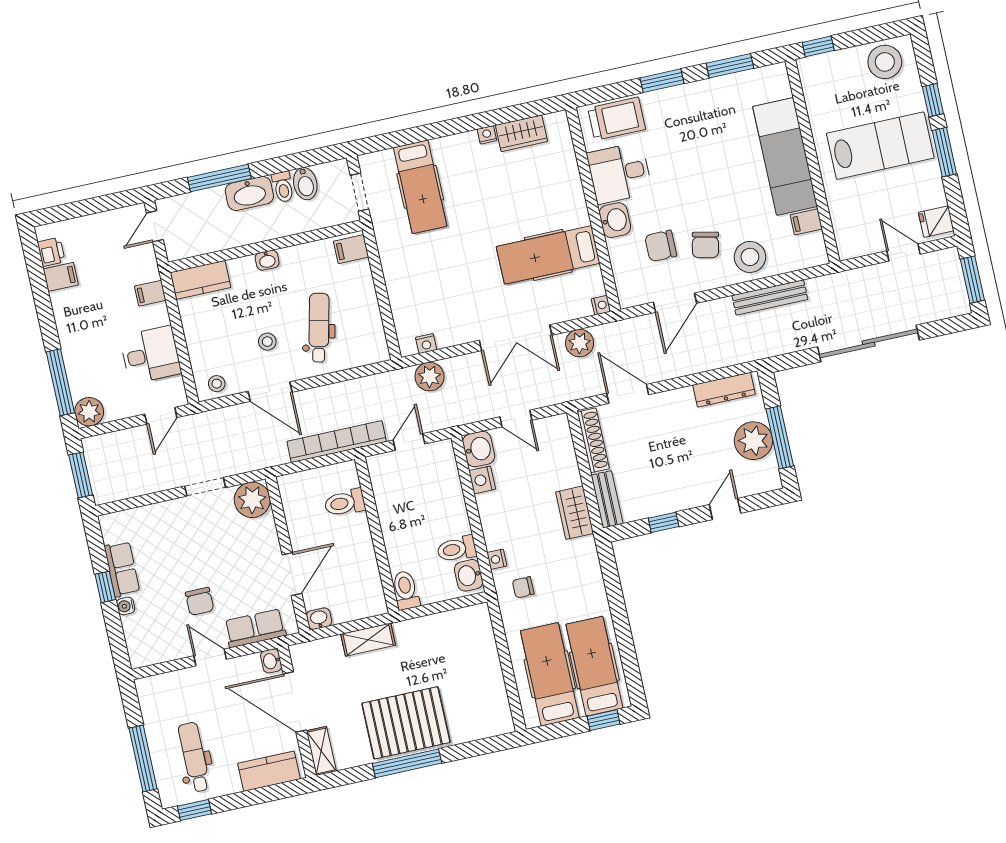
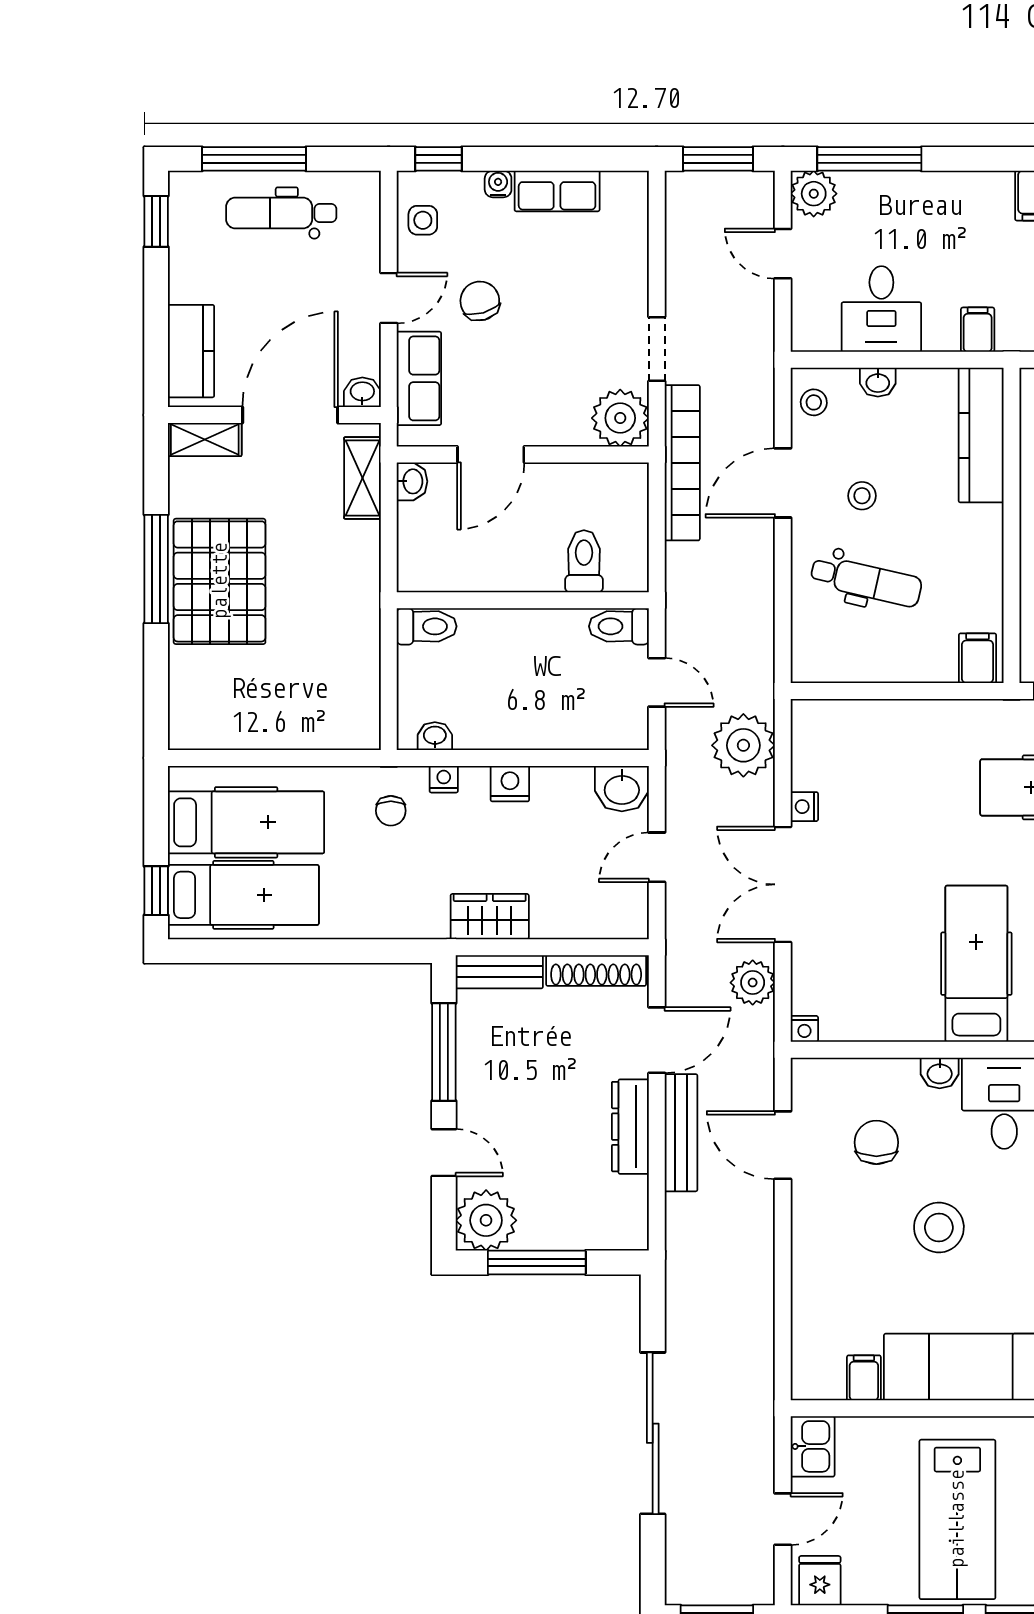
washbasin: (615, 220) -> (940, 1073), width x0.72, depth x0.69
kitchen sink: (855, 244) -> (813, 1446), added
chair: (705, 245) -> (863, 1213), removed
hospital bed: (548, 255) -> (976, 964), moved
stool: (750, 257) -> (939, 1228), moved
washbasin: (267, 260) -> (878, 382), moved, turned -90
kitchen counter: (200, 280) -> (981, 435), width x1.50
bench: (770, 297) -> (681, 1133), moved
nightstand: (426, 344) -> (804, 807), moved
plant: (430, 377) -> (743, 745), width x1.36, depth x1.36
dresser: (724, 390) -> (630, 1127), moved
door: (161, 416) -> (783, 254), moved
plant: (753, 441) -> (486, 1220), moved
bookcase: (337, 442) -> (682, 463), moved
nightstand: (482, 480) -> (510, 784), moved
window: (664, 522) -> (444, 1052), width x2.17
toilet: (457, 549) -> (619, 626), moved, turned -90
door: (292, 574) -> (491, 454), hinge flipped
washbasin: (469, 575) -> (435, 736), width x0.72, depth x0.69
window: (105, 587) -> (438, 159), moved
chair: (523, 587) -> (391, 811), turned 180
chair: (200, 601) -> (480, 301), turned 74
shelving: (368, 640) -> (362, 478), moved
side table: (158, 647) -> (423, 220), added
dental chair: (194, 757) -> (281, 213), moved, turned 180

